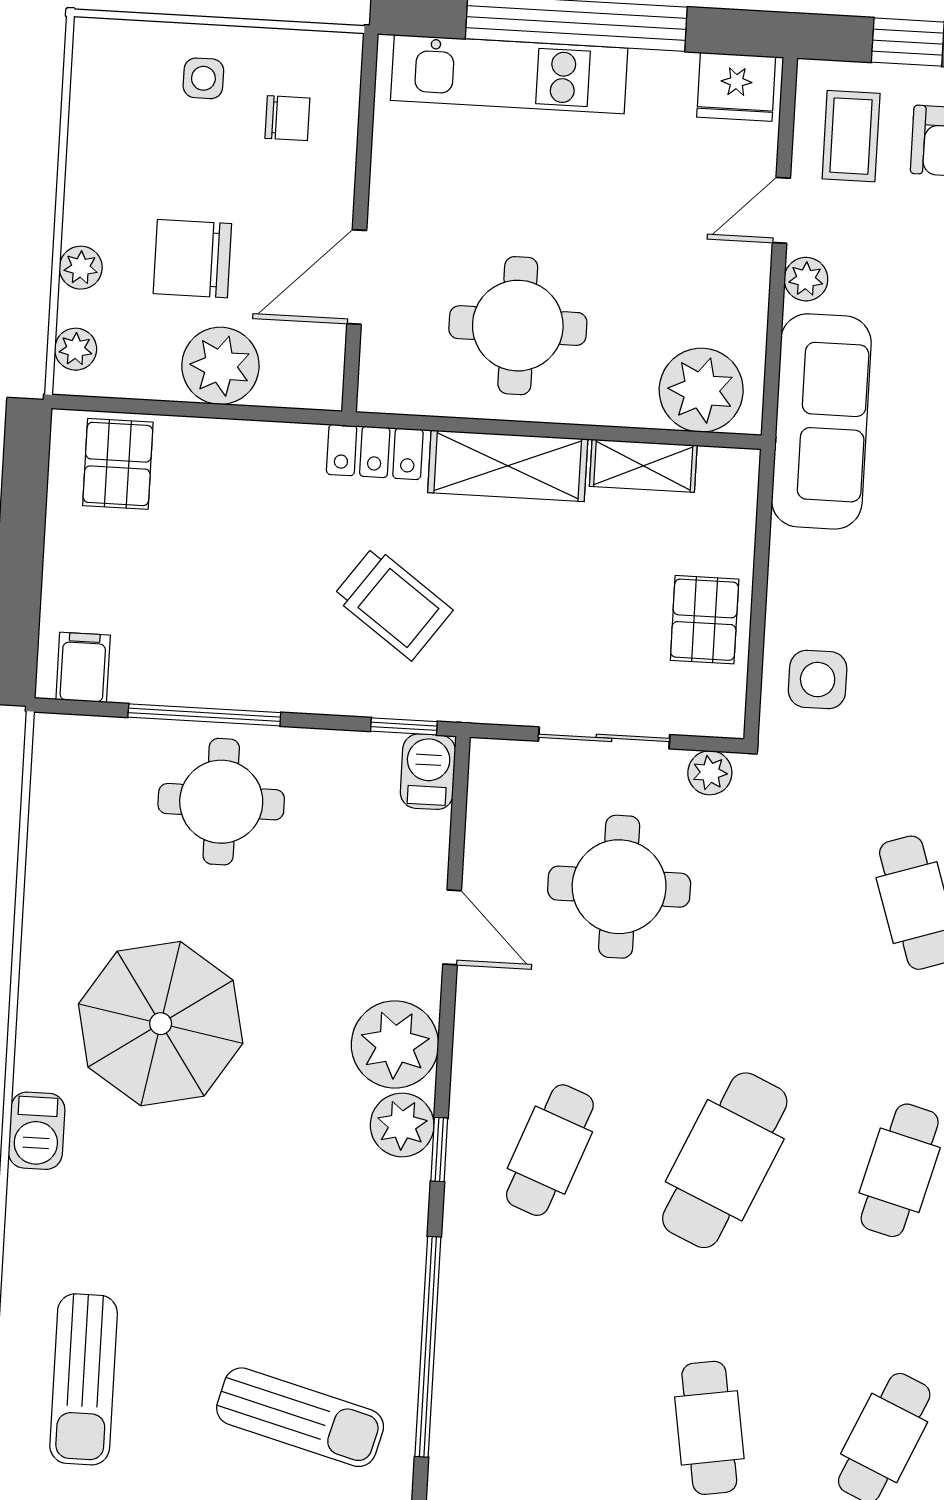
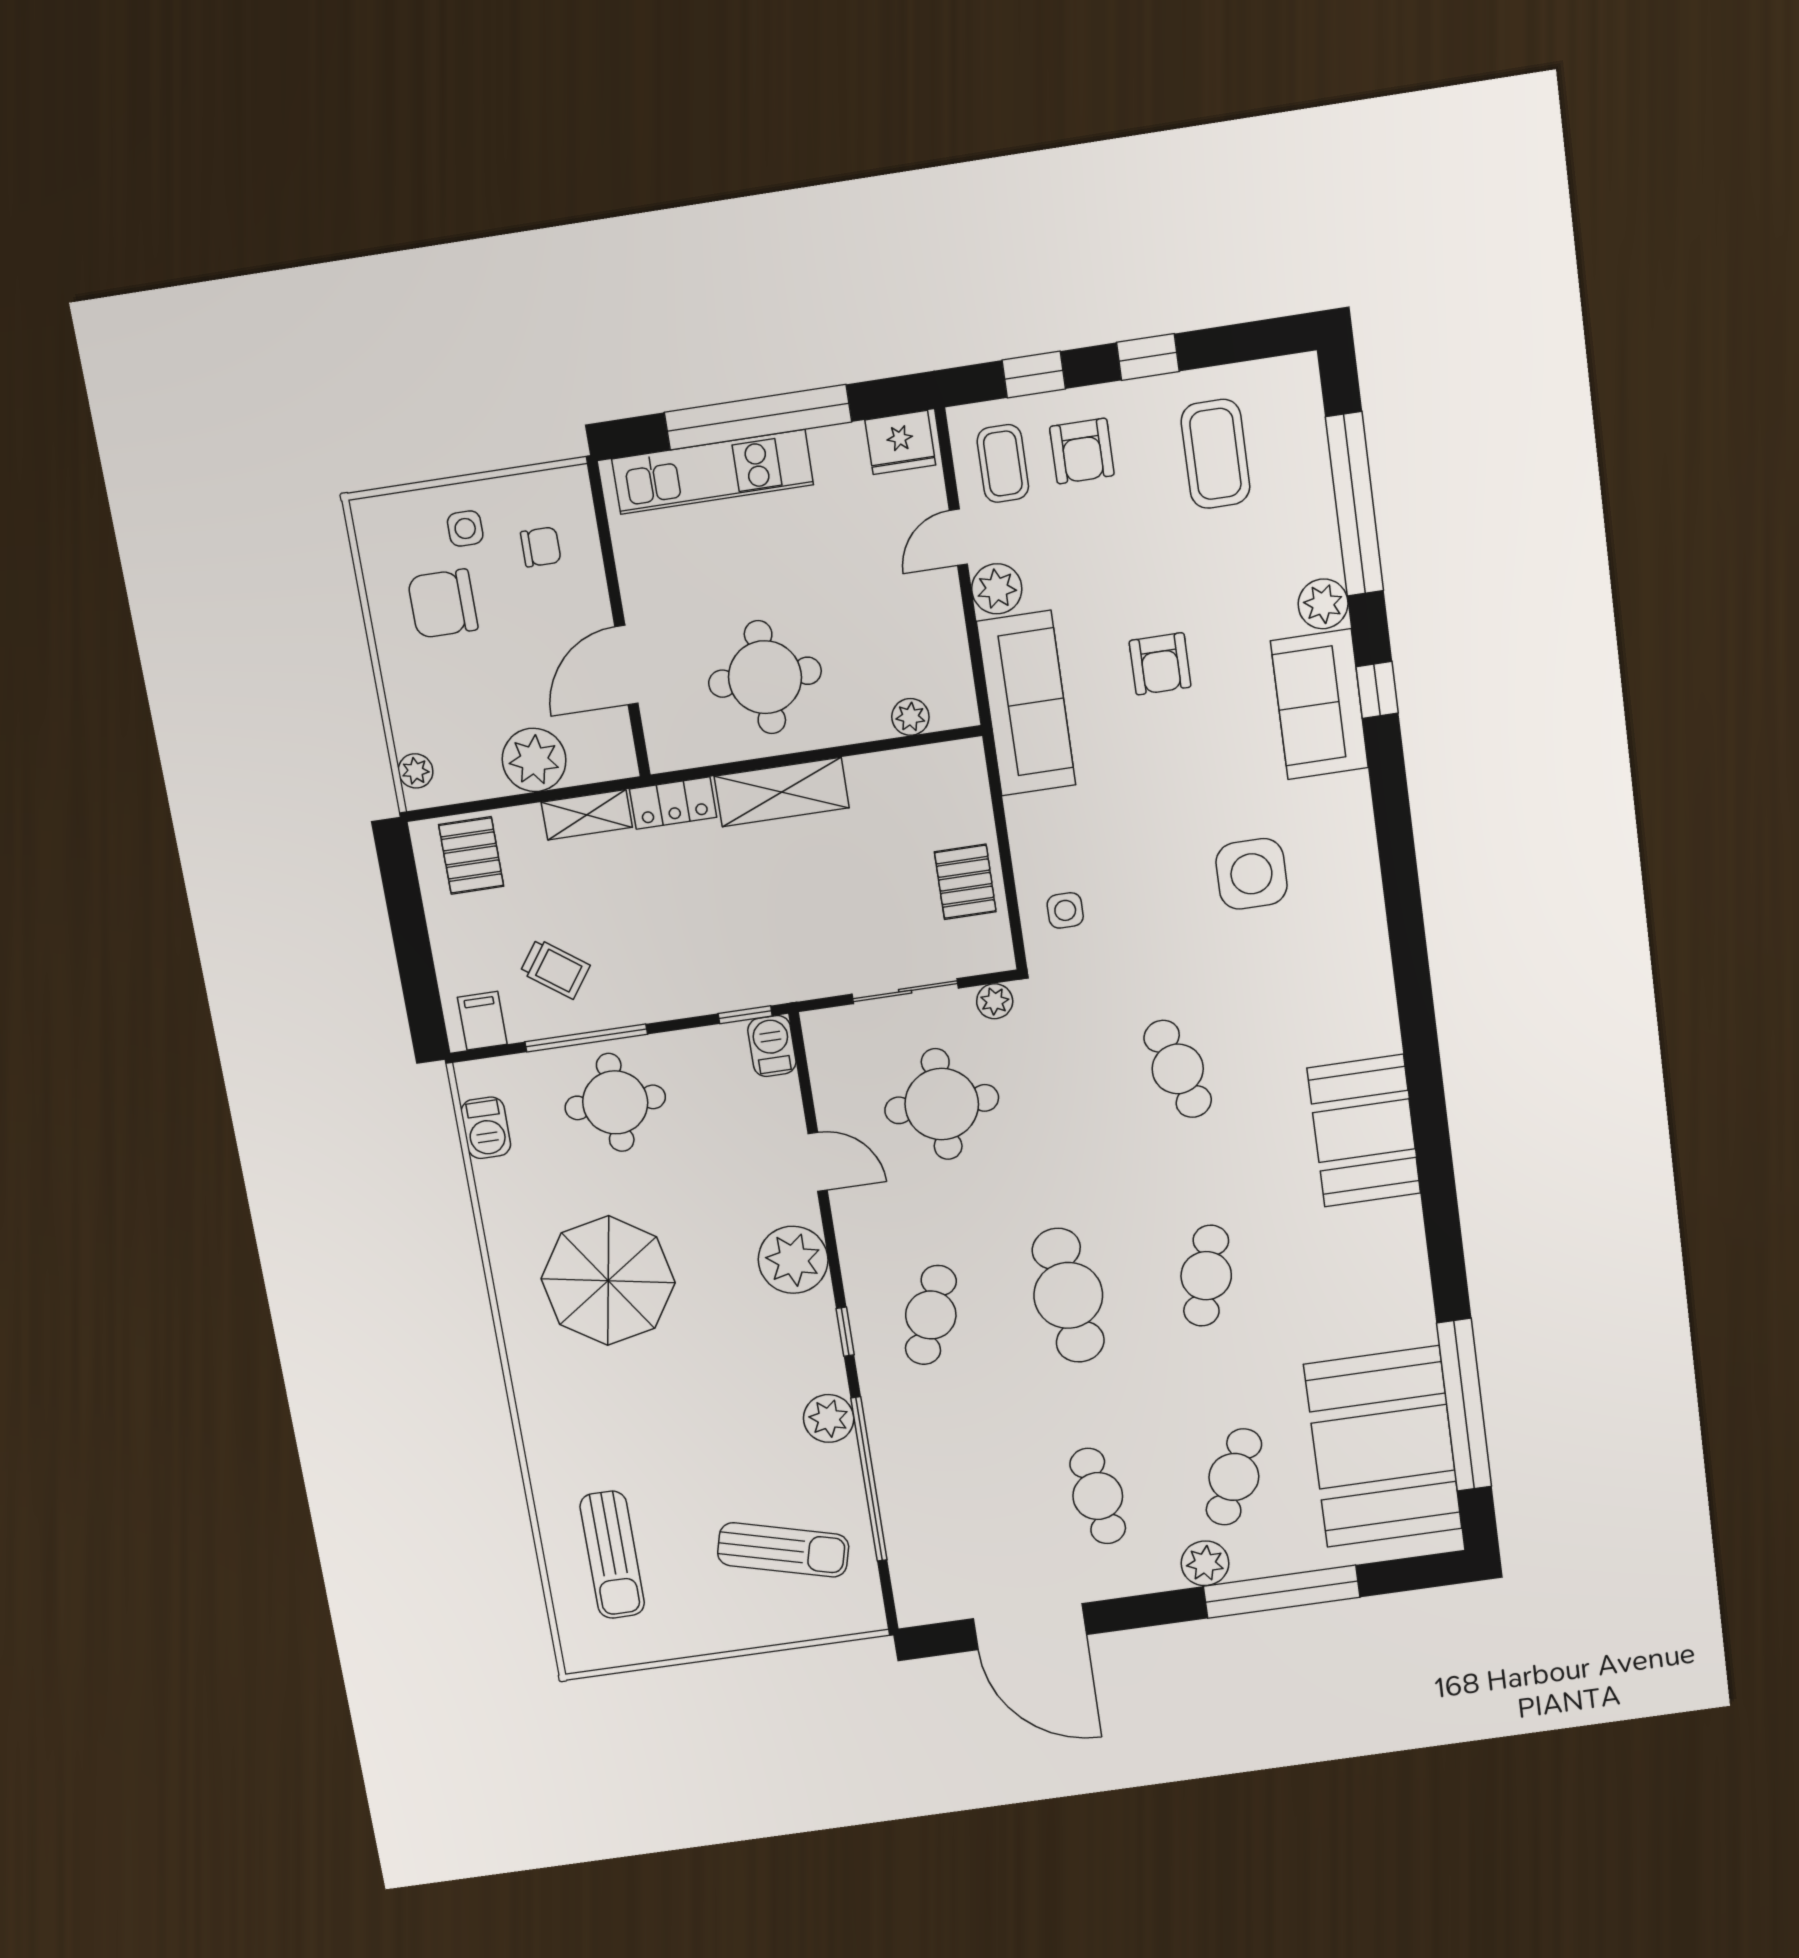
chair: (192, 259) -> (443, 604), moved
plant: (81, 268) -> (404, 704), removed
plant: (806, 279) -> (997, 589), width x1.38, depth x1.38
plant: (701, 390) -> (910, 717), width x0.53, depth x0.53
shelving: (643, 466) -> (587, 815), moved
trolley: (393, 603) -> (555, 969), moved, width x0.73, depth x0.72
side table: (818, 680) -> (1065, 910), width x0.73, depth x0.73
plant: (402, 1125) -> (829, 1418), moved
barbecue: (37, 1131) -> (486, 1128), moved
cafe table: (725, 1160) -> (1068, 1295), turned -30

